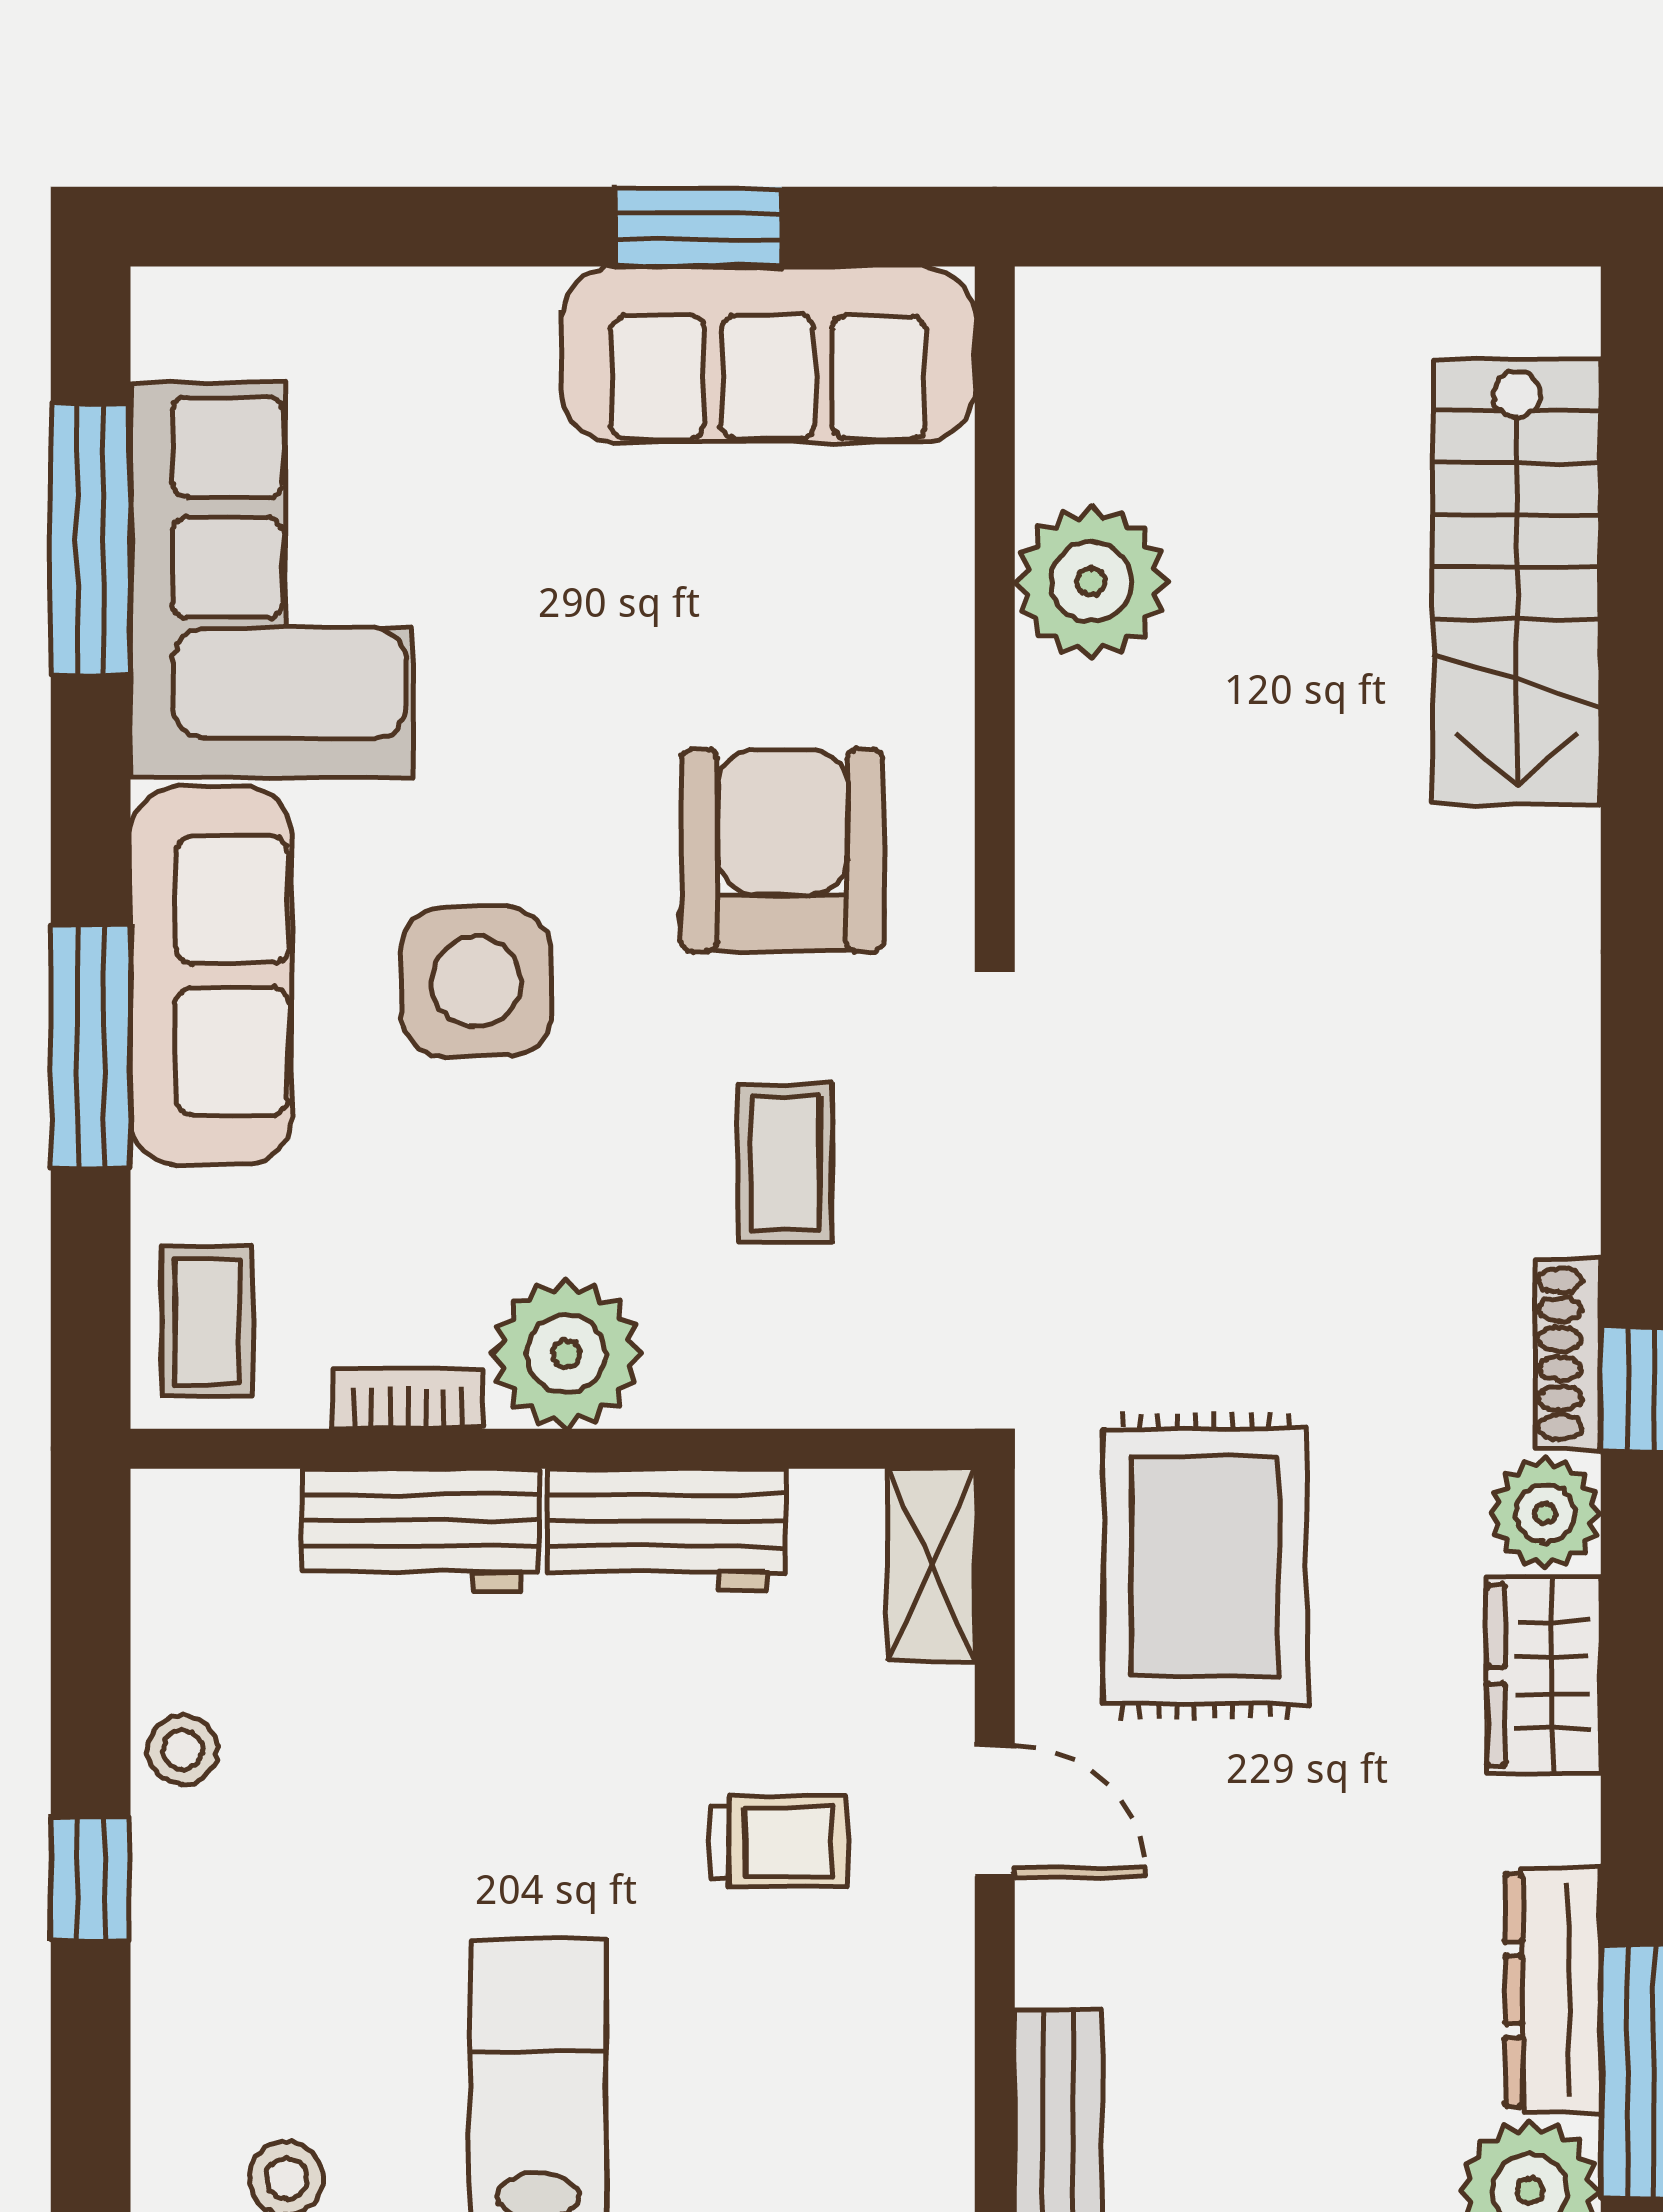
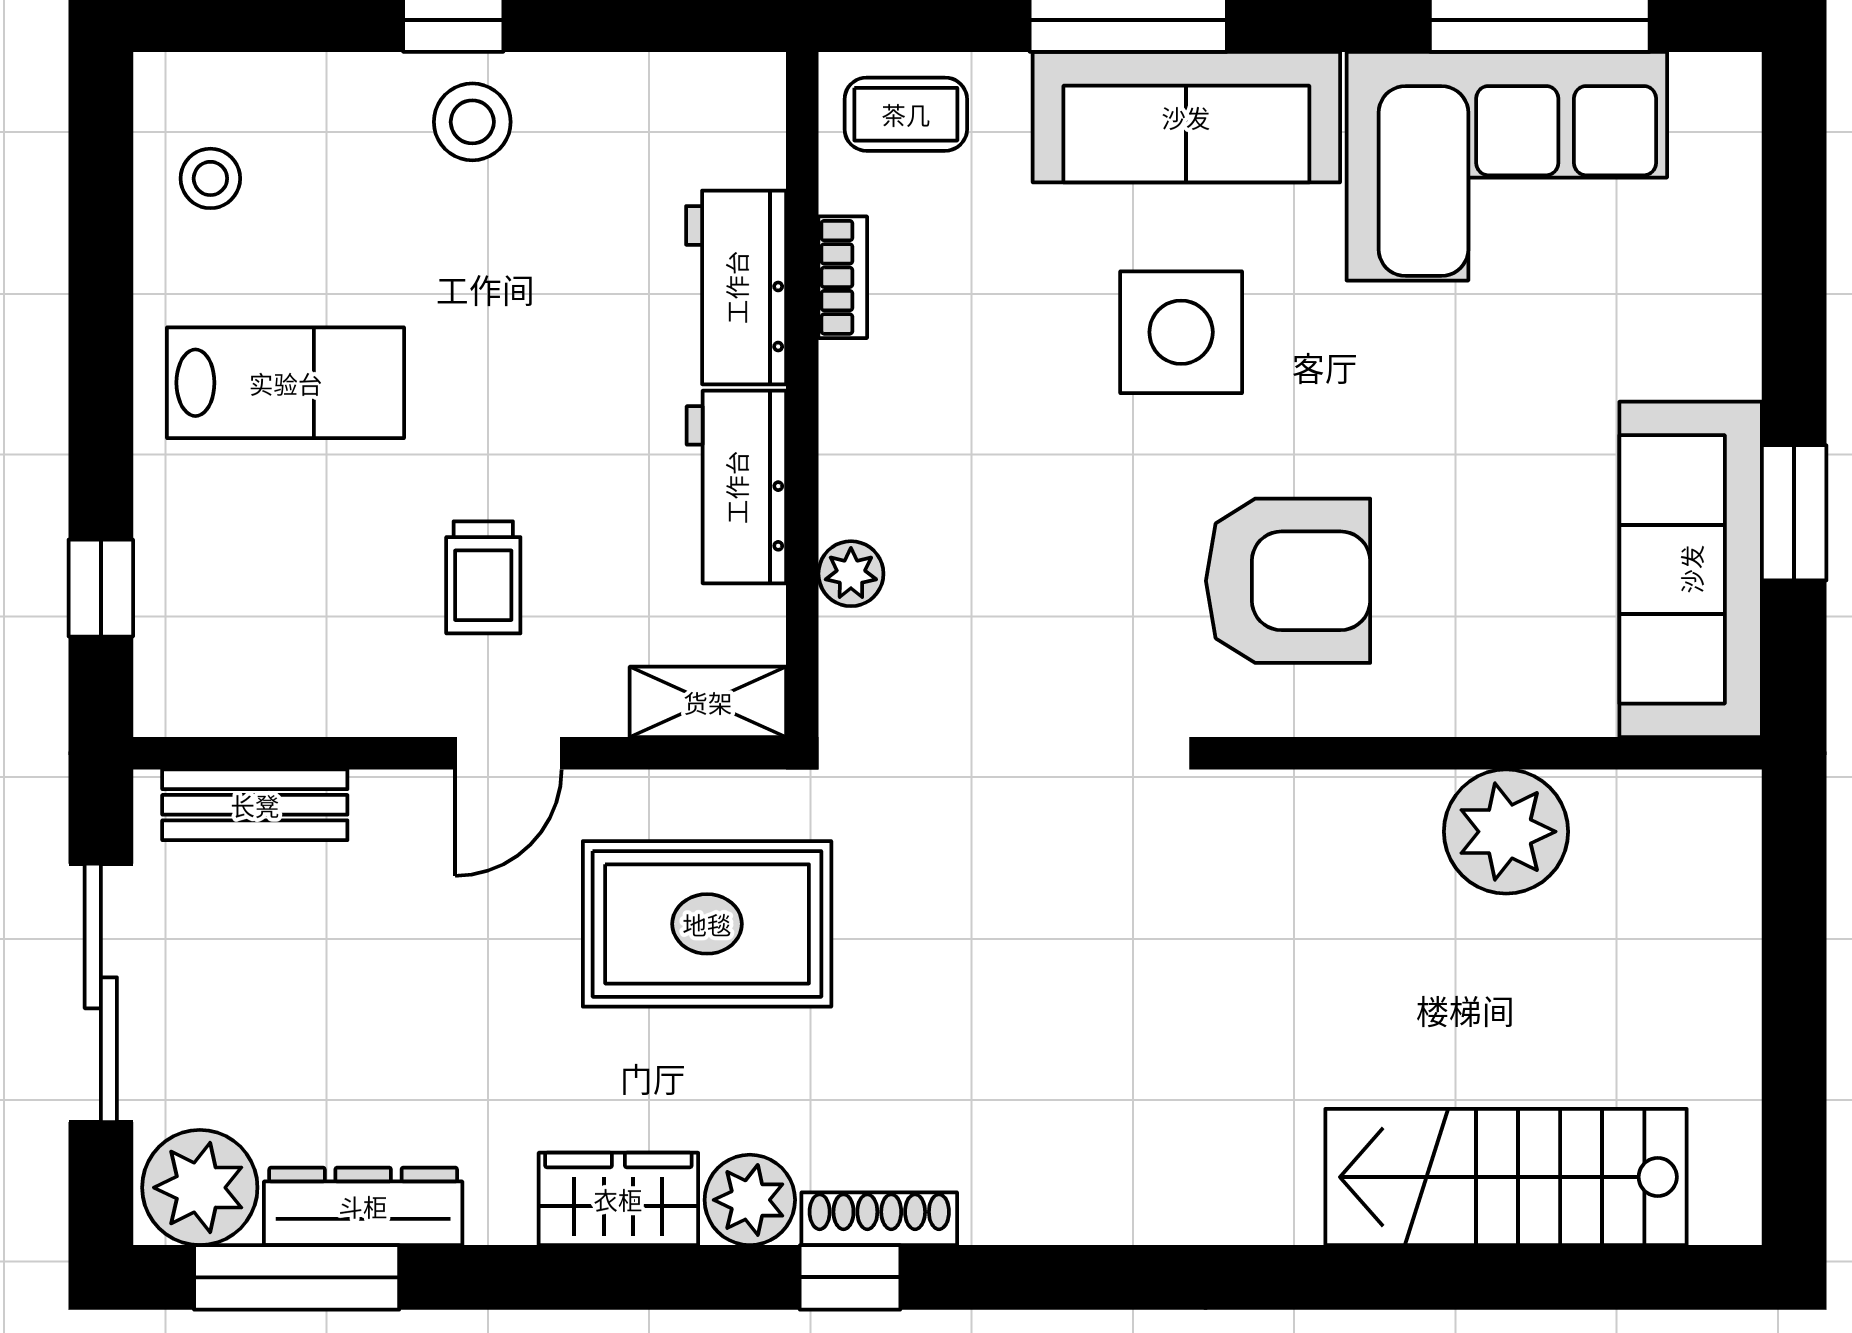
coffee table: (785, 1163) -> (1034, 583), removed
plant: (566, 1354) -> (851, 574), moved, width x0.53, depth x0.53
stool: (183, 1750) -> (472, 122), moved, width x1.37, depth x1.37

